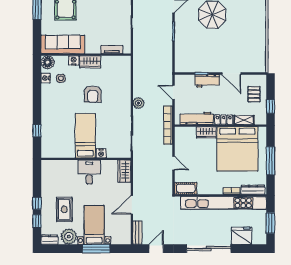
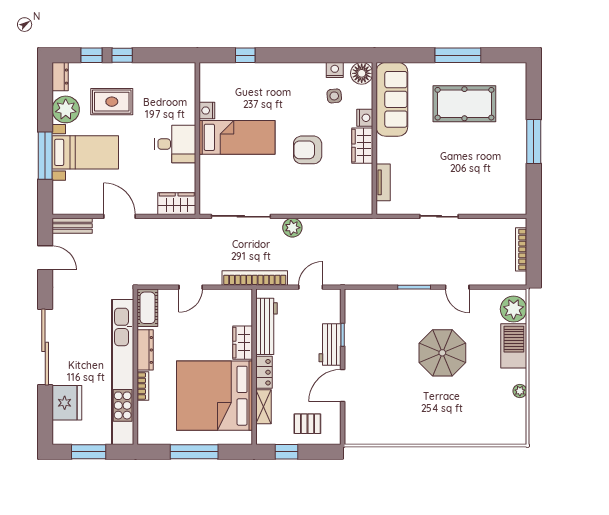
nightstand: (101, 153) -> (207, 111), moved
dresser: (253, 190) -> (145, 350), moved

